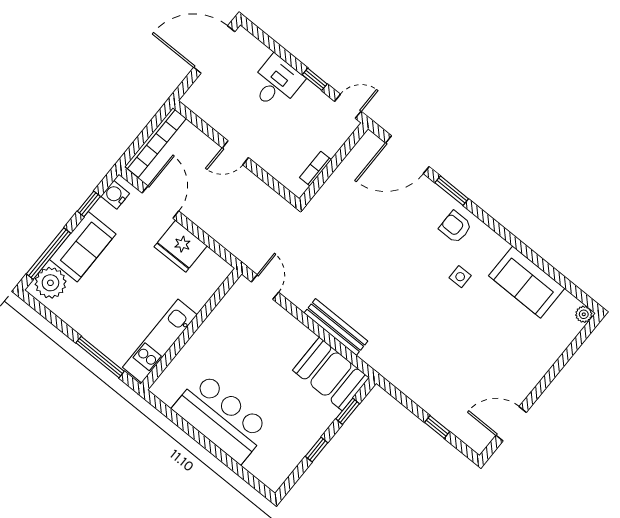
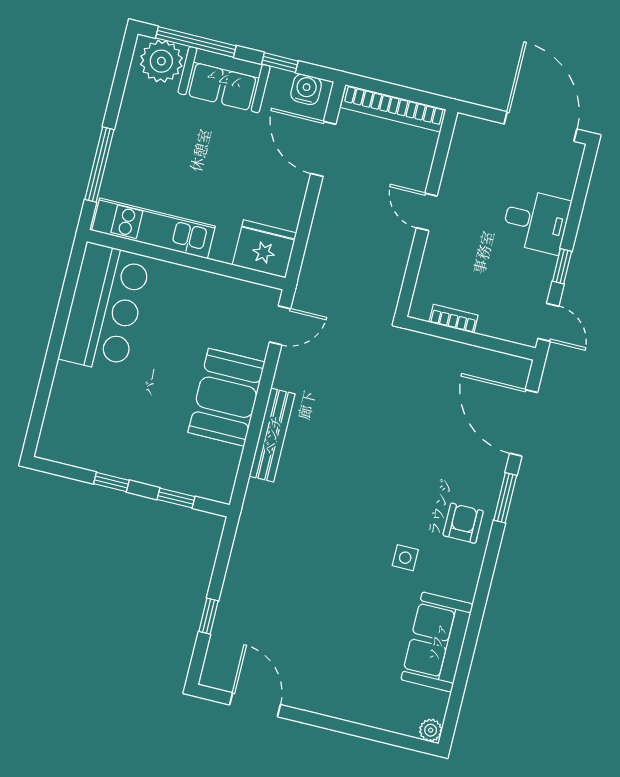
door: (160, 202) -> (323, 149), swing flipped
fridge: (181, 246) -> (264, 249), moved, turned 90
booth: (331, 374) -> (226, 397), moved
bar counter: (221, 418) -> (105, 308), moved

